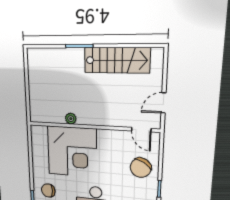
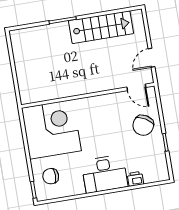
plant: (71, 119) -> (65, 92), removed
corner desk: (72, 152) -> (51, 129), moved, turned -90

